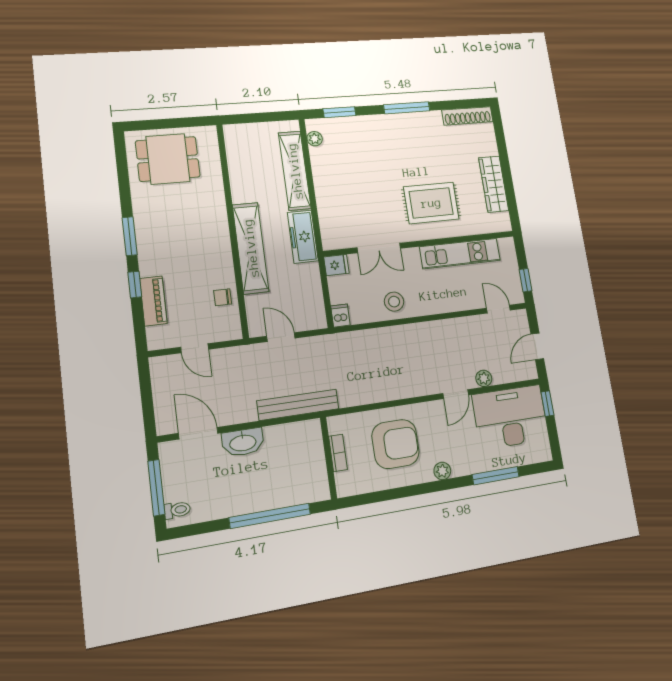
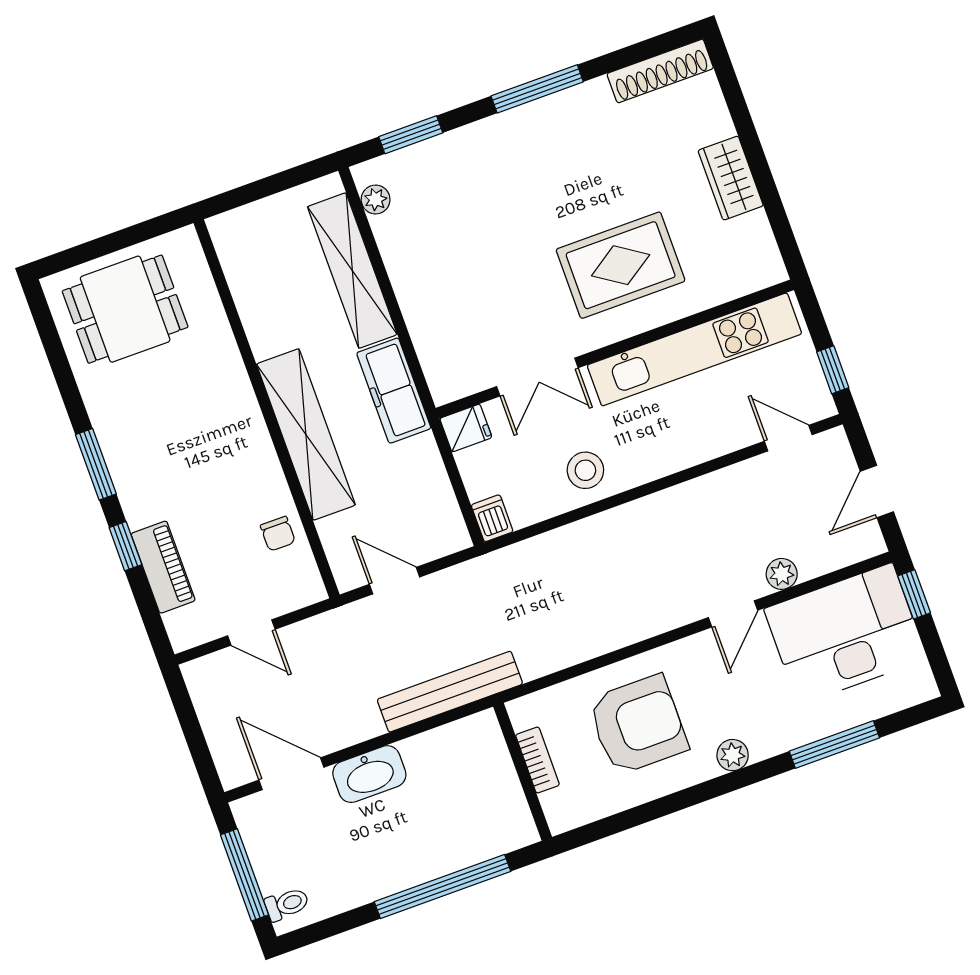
wardrobe: (494, 184) -> (731, 178), width x0.67
kitchen unit: (460, 254) -> (694, 349), width x1.36
chair: (223, 297) -> (278, 534), turned -90

